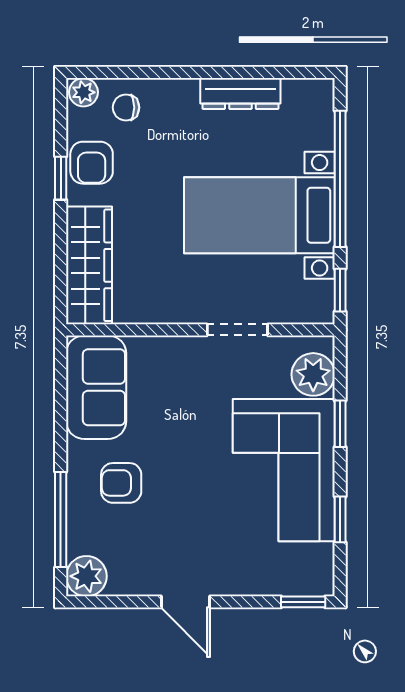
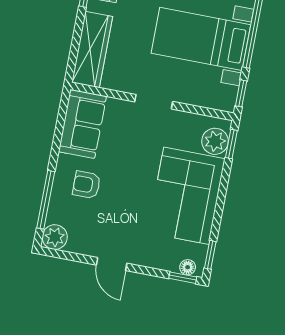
doorway: (237, 330) -> (154, 102), moved
window: (340, 424) -> (231, 144), moved
window: (340, 519) -> (210, 255), moved
floor lamp: (308, 584) -> (188, 267), added

